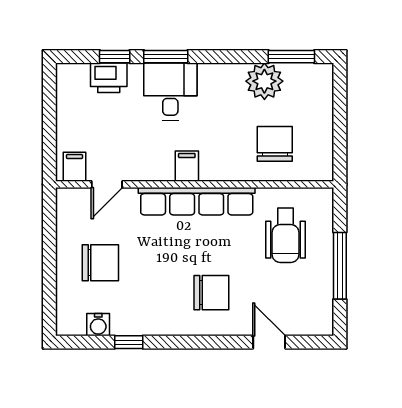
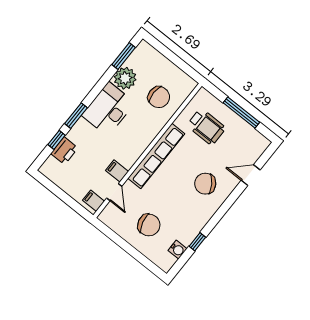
desk: (170, 91) -> (108, 109), moved, width x1.37
chair: (275, 144) -> (159, 97), turned 180
filing cabinet: (187, 166) -> (117, 171), moved
chair: (100, 263) -> (149, 225), turned 76
chair: (211, 293) -> (205, 184), turned -124

